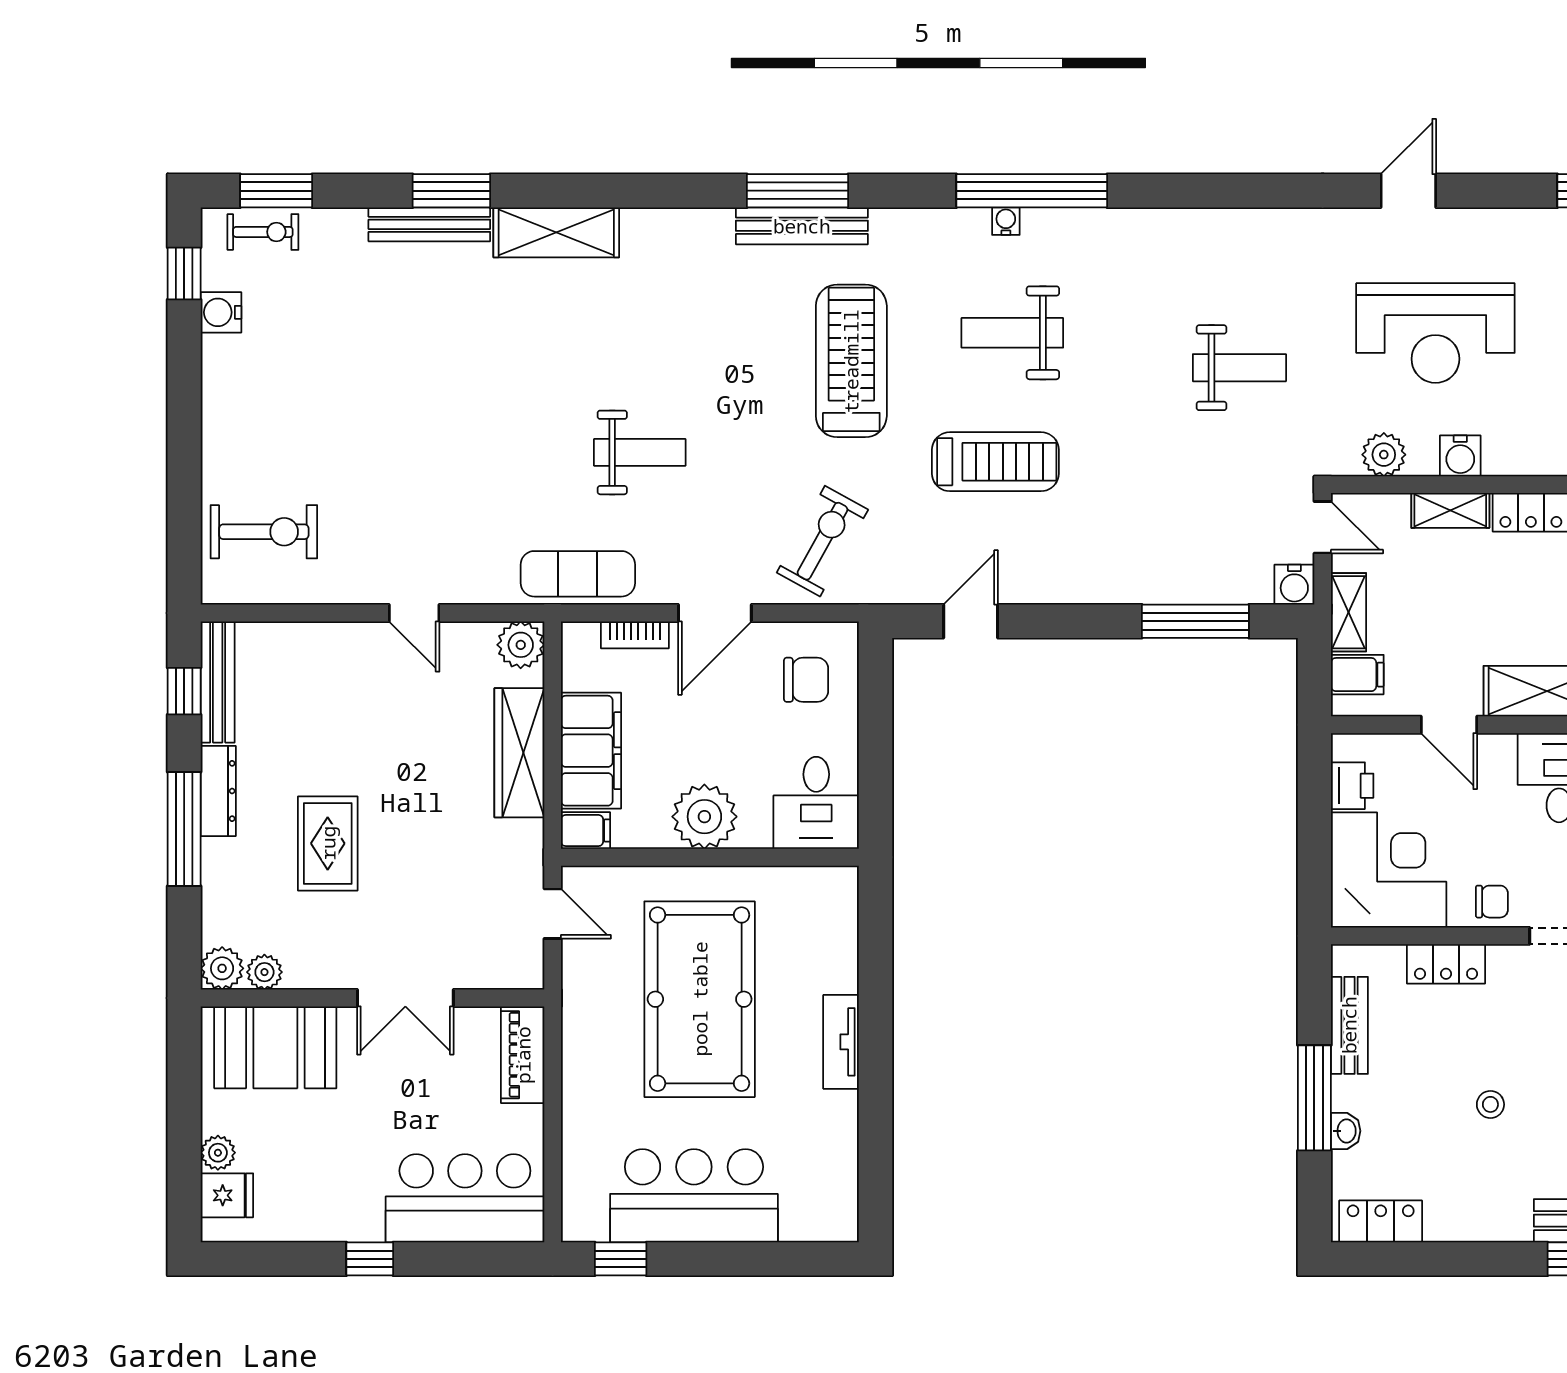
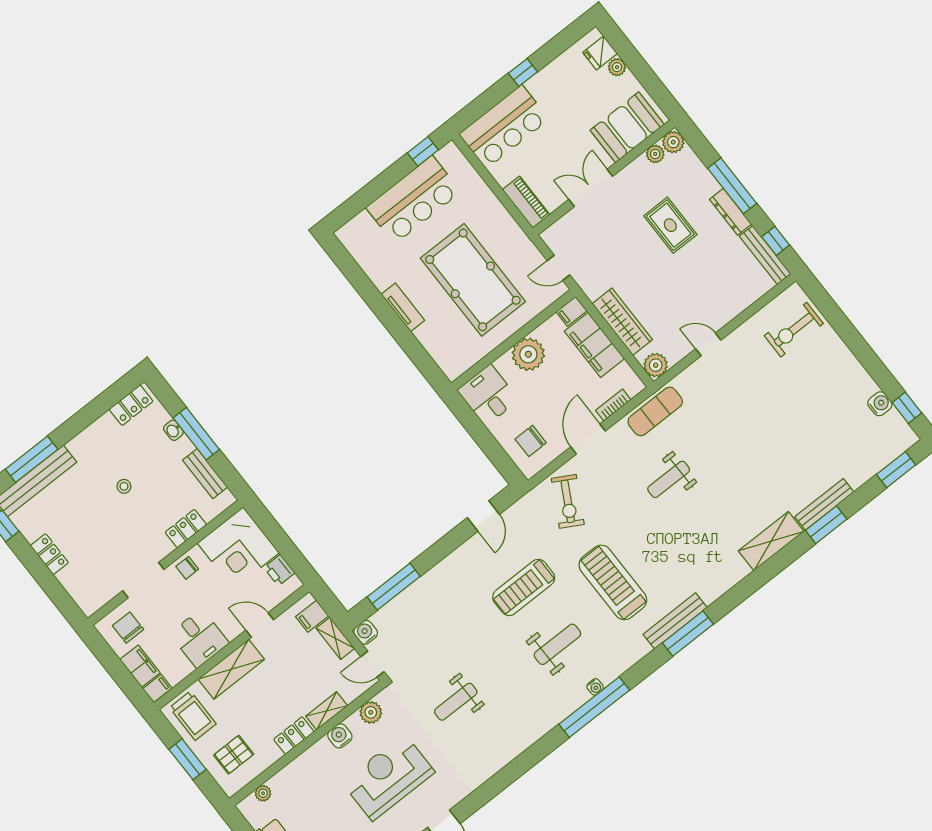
exercise bike: (263, 232) -> (888, 449), removed
treadmill: (851, 361) -> (613, 582), turned 180

